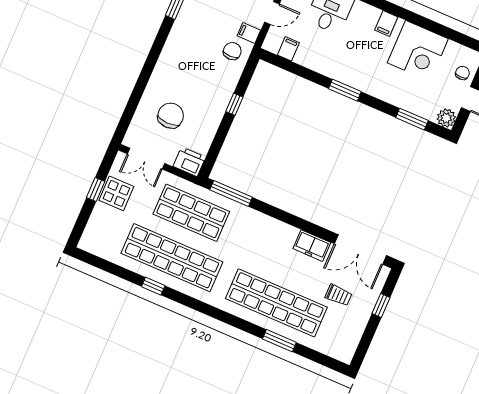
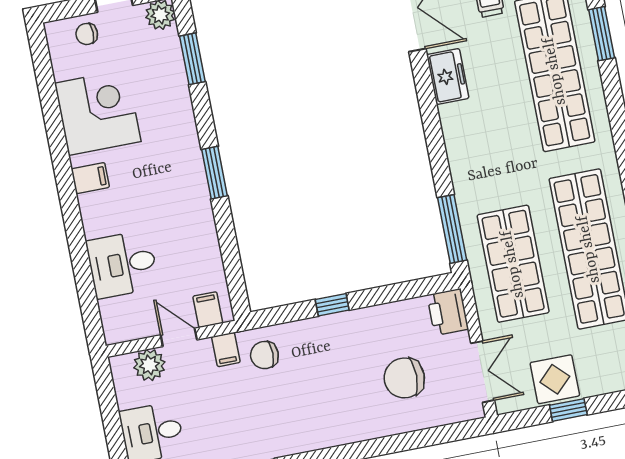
filing cabinet: (288, 49) -> (208, 310), moved, turned 90

